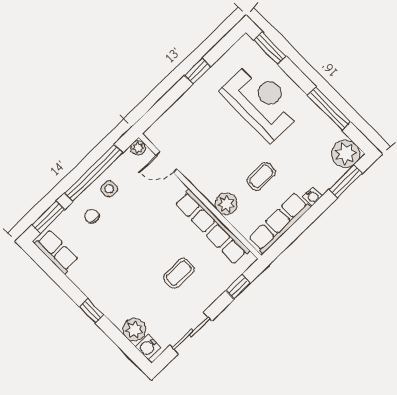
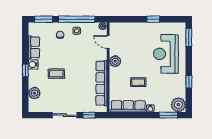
reception desk: (261, 101) -> (166, 54), turned 180
window: (329, 109) -> (189, 82), width x0.46
plant: (226, 204) -> (115, 61), moved
row of seats: (56, 252) -> (34, 47), moved
coffee table: (179, 273) -> (56, 74), moved
sliding door: (191, 333) -> (65, 115), moved
water cooler: (148, 347) -> (33, 64), moved

